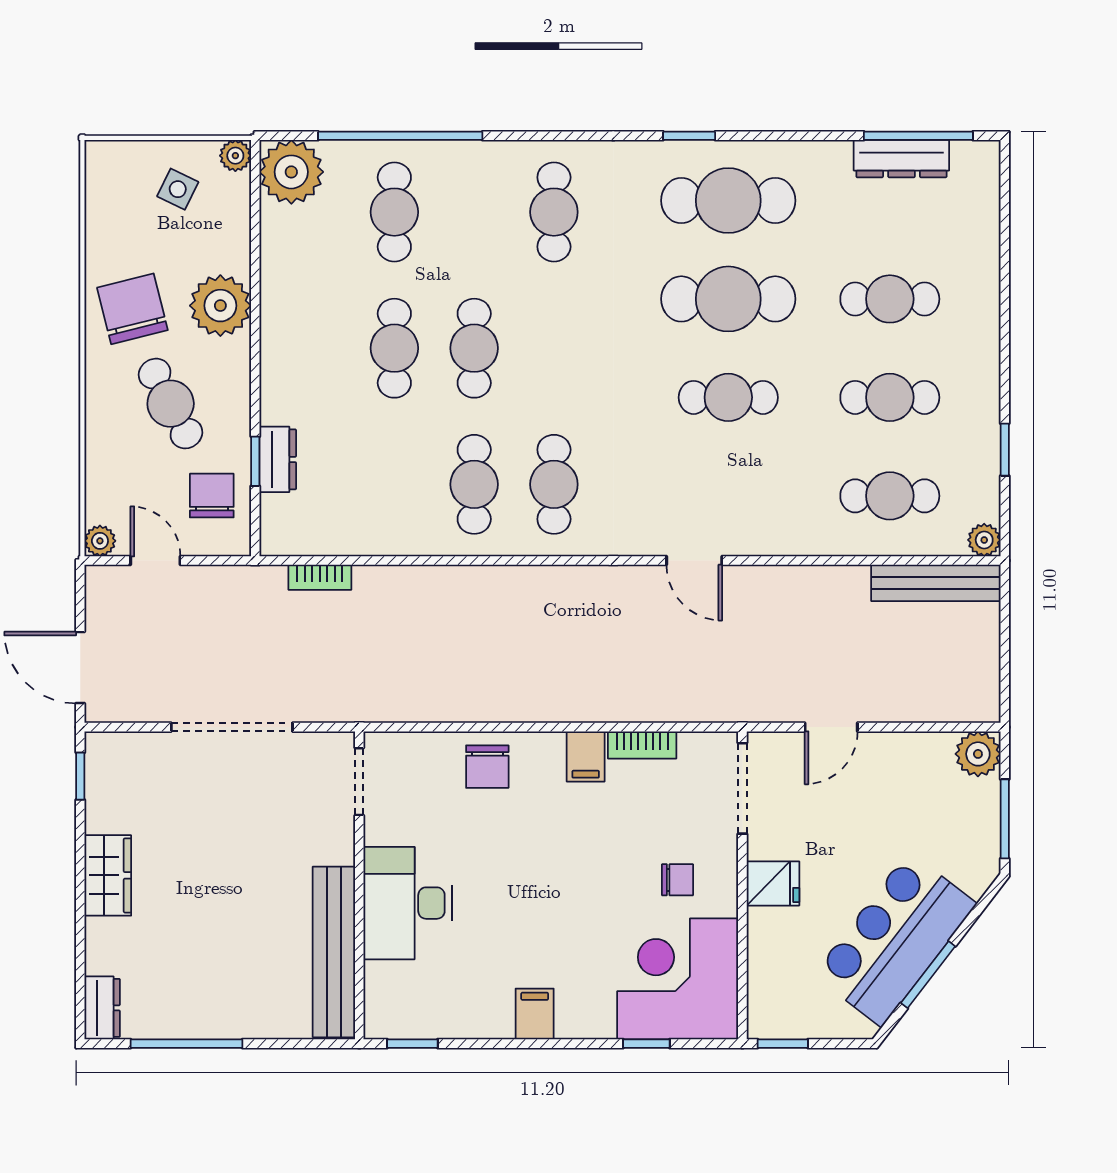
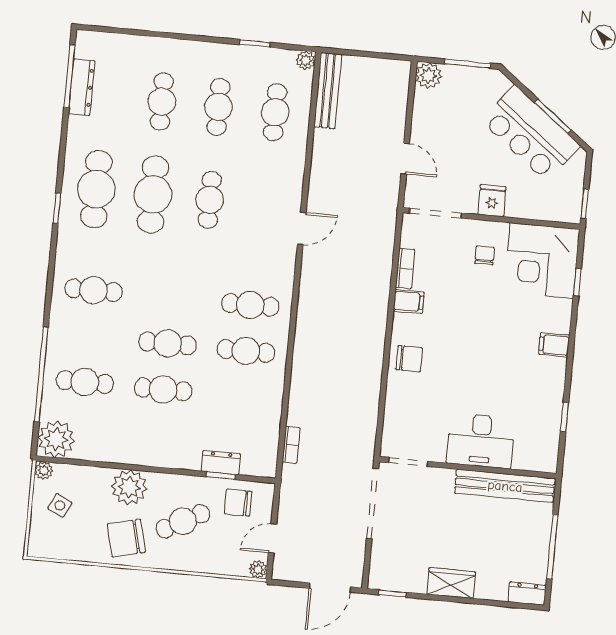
doorway: (359, 782) -> (408, 462), moved
wall: (359, 885) -> (468, 468), moved
desk: (408, 903) -> (481, 441), moved
bench: (334, 952) -> (505, 486), moved

